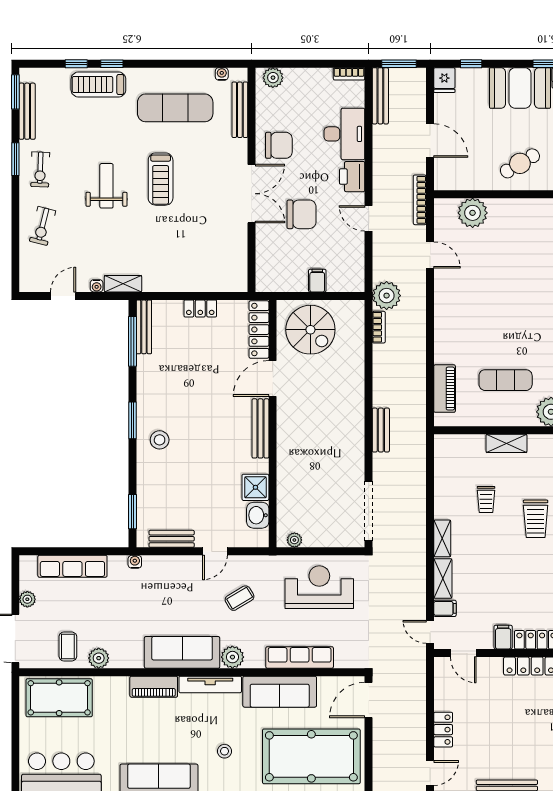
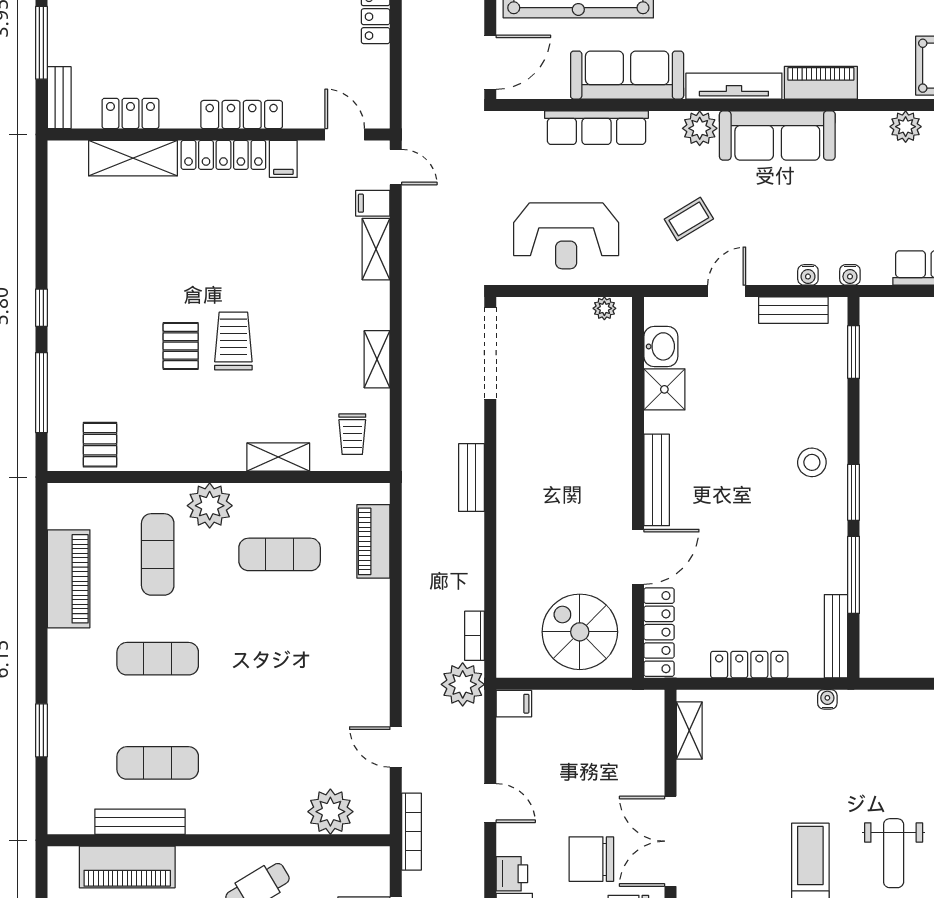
printer: (352, 177) -> (512, 874), width x0.73, depth x0.81
chair: (302, 214) -> (591, 859), moved
filing cabinet: (317, 281) -> (514, 704), moved, turned -90
shelving: (123, 284) -> (689, 731), moved, turned 90
water cooler: (97, 286) -> (827, 699), moved
locker: (200, 308) -> (749, 665), width x1.53
window: (132, 341) -> (854, 575), moved
trolley: (486, 499) -> (352, 434), moved, turned 180
shelving: (442, 538) -> (377, 359), moved
water cooler: (162, 562) -> (808, 275), added

